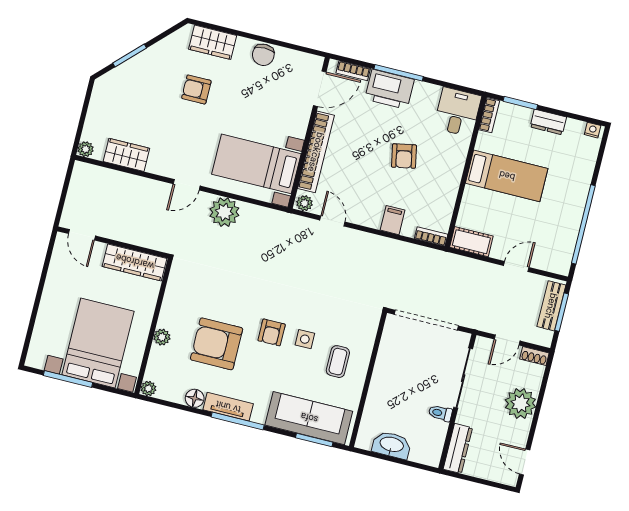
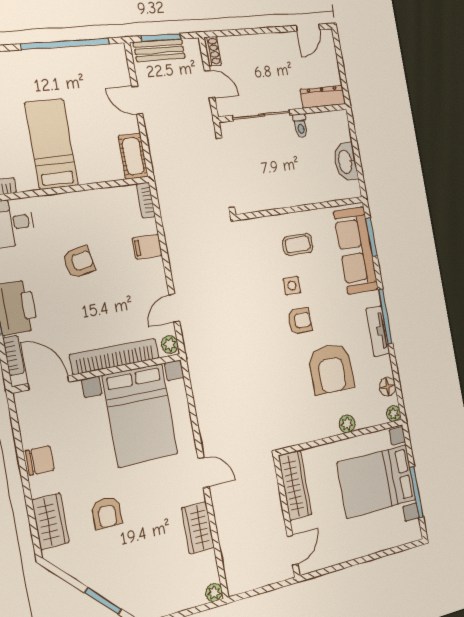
wardrobe: (126, 155) -> (198, 528), moved
bed with nightstands: (256, 164) -> (140, 415), width x1.36
plant: (224, 212) -> (213, 421), removed
floor lamp: (195, 398) -> (387, 387), moved
plant: (520, 403) -> (260, 50), removed

